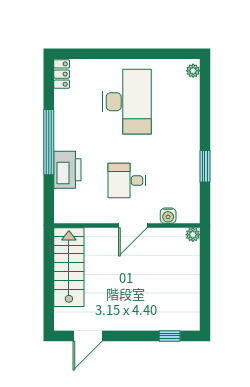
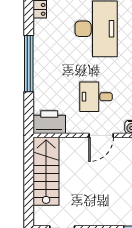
printer: (67, 170) -> (49, 122), moved, turned -90

